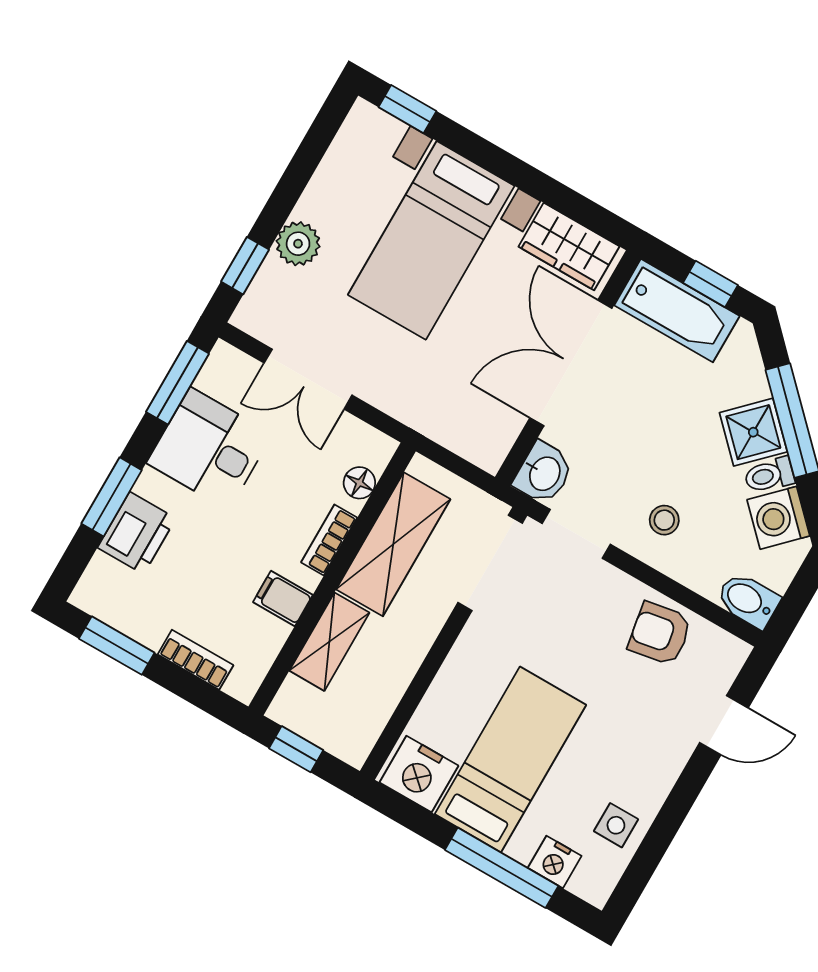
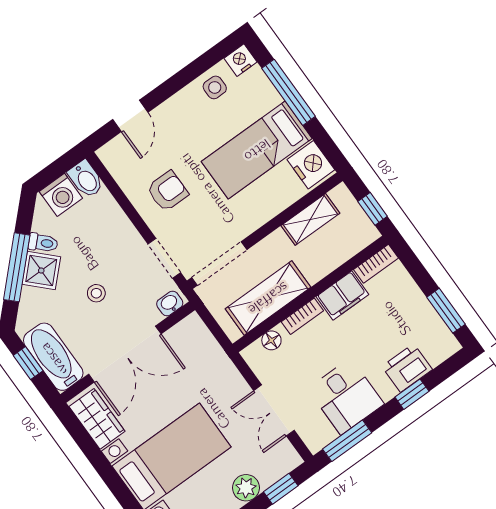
double door: (308, 379) -> (274, 410), swing flipped
washbasin: (544, 473) -> (170, 303), width x0.72, depth x0.69
window: (112, 497) -> (412, 394), width x0.67
washing machine: (778, 518) -> (61, 195), moved, turned 45
stool: (664, 520) -> (96, 293), moved
filing cabinet: (283, 598) -> (342, 295), width x2.00
armchair: (660, 634) -> (168, 191), moved, turned -80
shelving: (329, 642) -> (310, 219), moved
bookcase: (196, 660) -> (376, 264), moved, turned -90
door: (724, 725) -> (130, 116), swing flipped
nightstand: (555, 862) -> (240, 60), moved, turned -90

